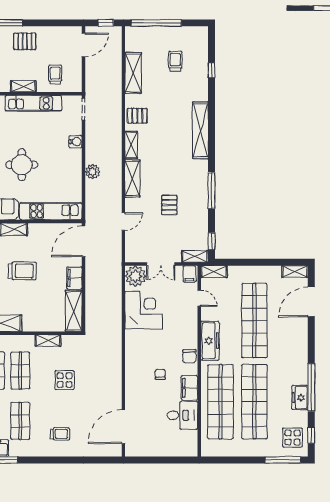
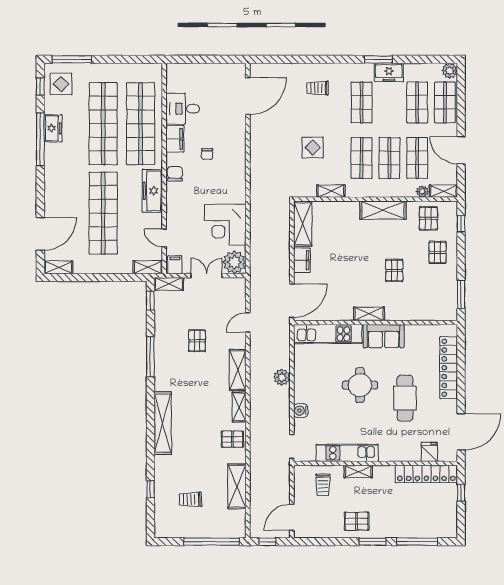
trolley: (175, 61) -> (190, 500), turned 88
trolley: (22, 271) -> (359, 268), removed

